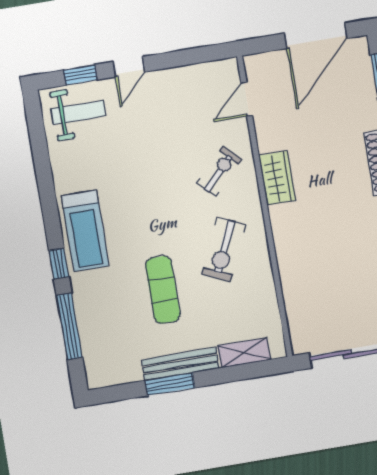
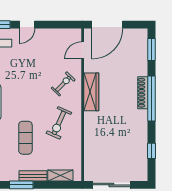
door: (316, 36) -> (107, 25), moved
wardrobe: (277, 178) -> (91, 92), width x1.50
bench: (180, 364) -> (33, 176), width x0.73

